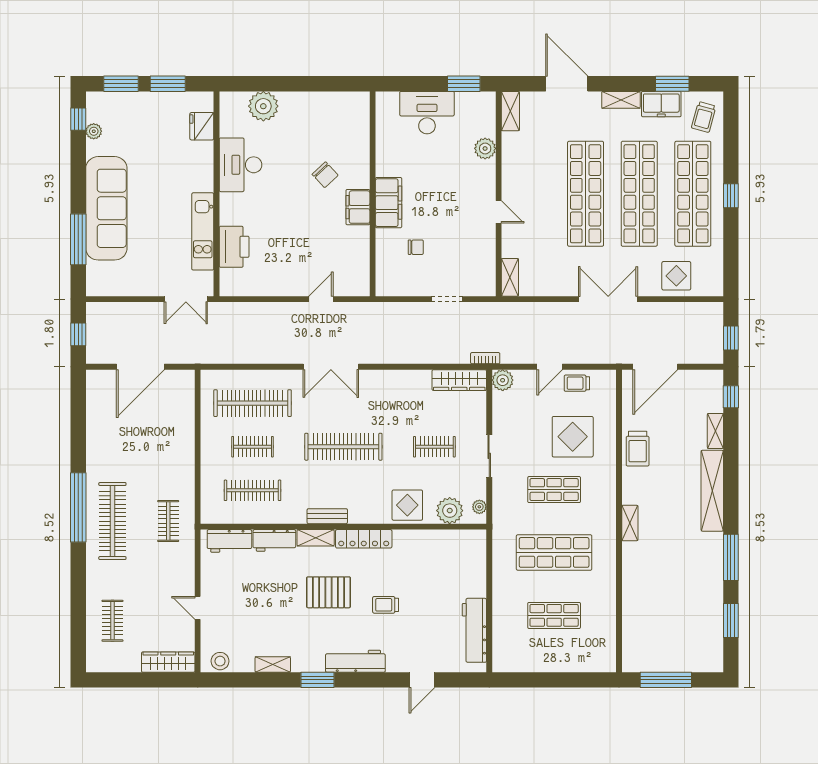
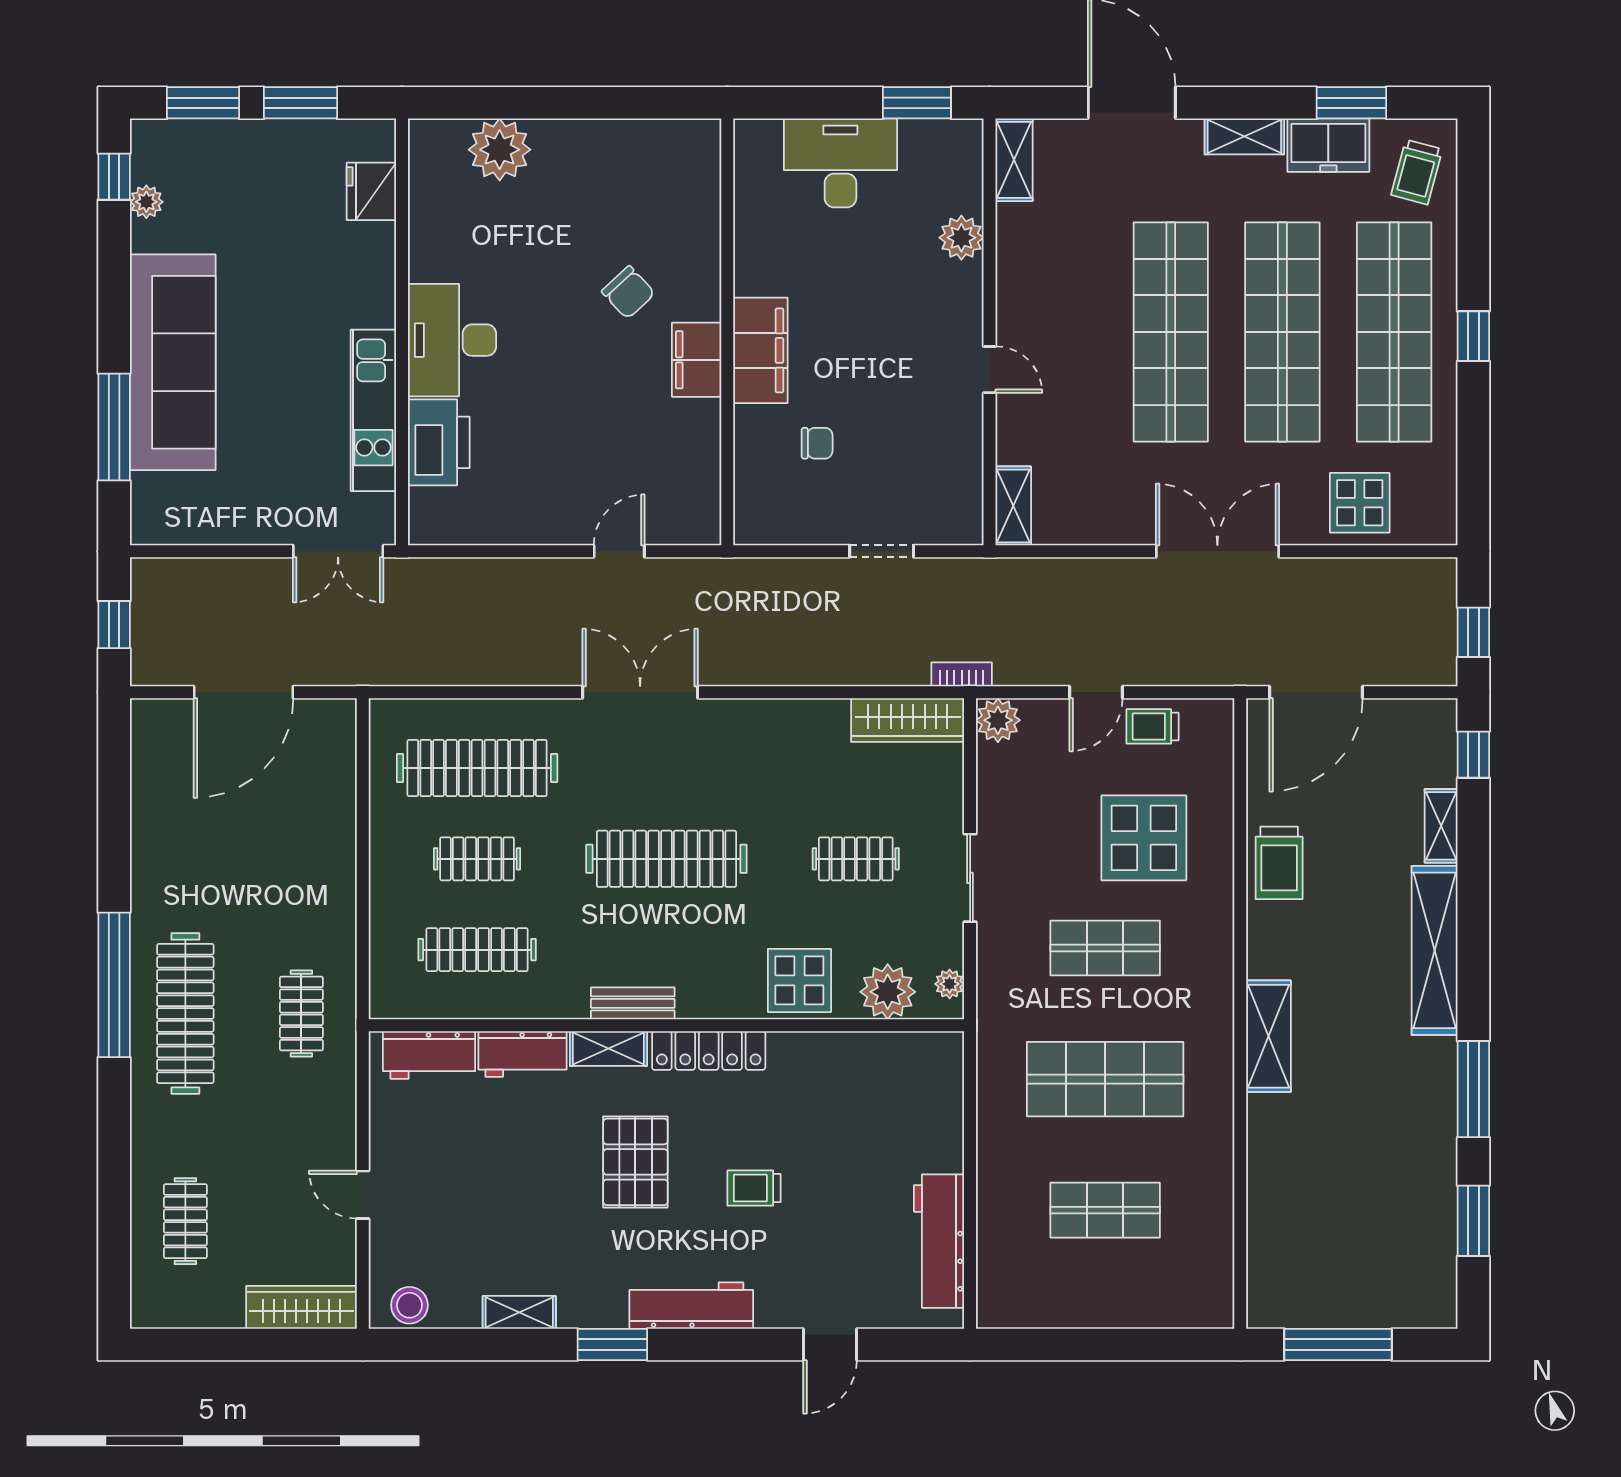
desk: (240, 165) -> (452, 340), moved
double door: (331, 367) -> (640, 692), swing flipped
shelving: (630, 523) -> (1268, 1036), width x1.50, depth x1.33
pallet: (329, 592) -> (635, 1162), turned 90

